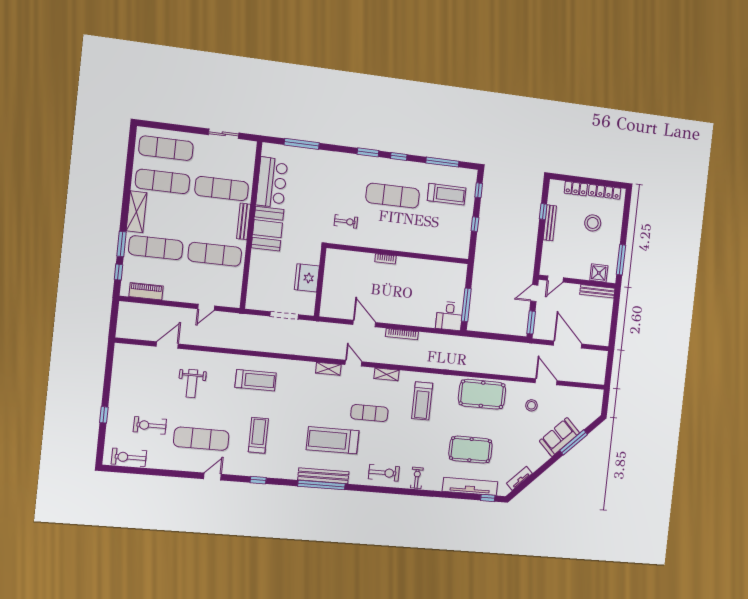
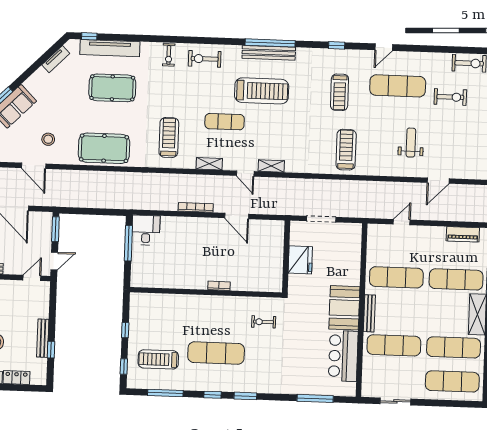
treadmill: (256, 380) -> (346, 150), turned 90

